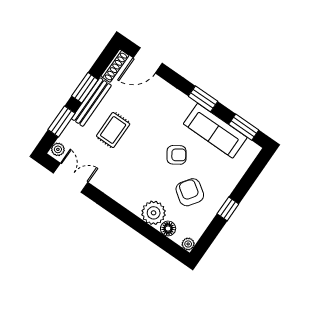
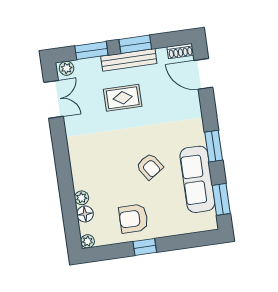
shoe rack: (115, 66) -> (180, 51), width x0.70
armchair: (190, 192) -> (133, 219), moved, turned -125
plant: (154, 213) -> (82, 198), width x0.53, depth x0.53

